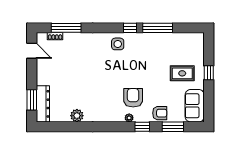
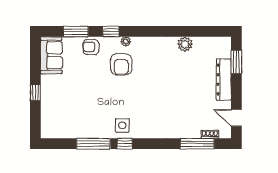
side table: (118, 44) -> (122, 125), moved
rug: (182, 73) -> (65, 92), removed
dresser: (43, 104) -> (224, 79), moved

